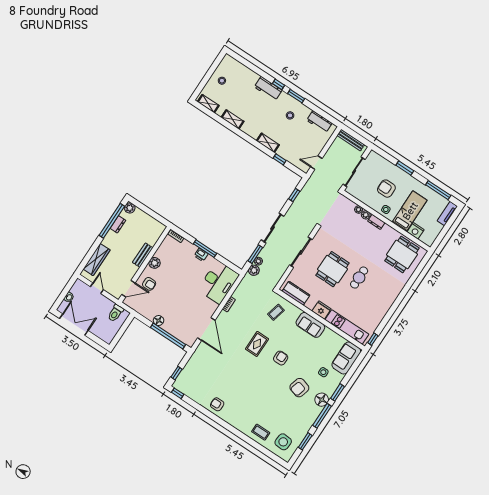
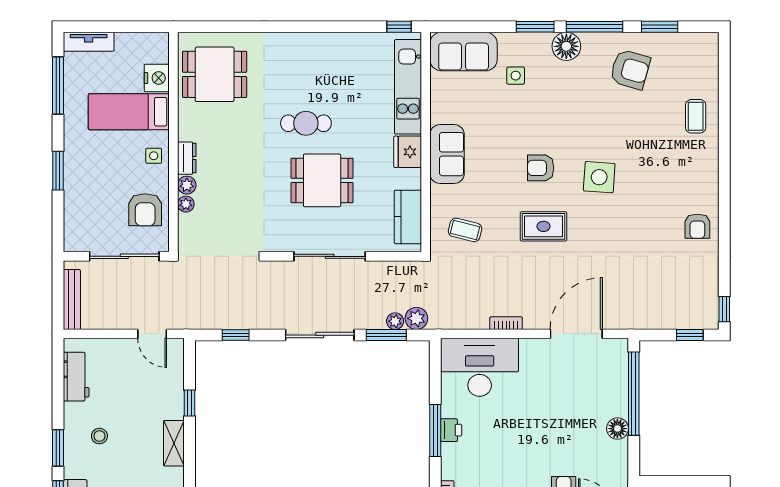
armchair: (386, 189) -> (145, 210), moved
armchair: (299, 388) -> (630, 69), moved
side table: (283, 442) -> (599, 177), moved

